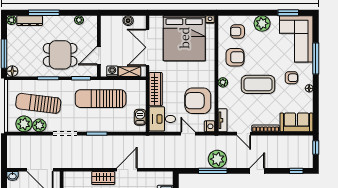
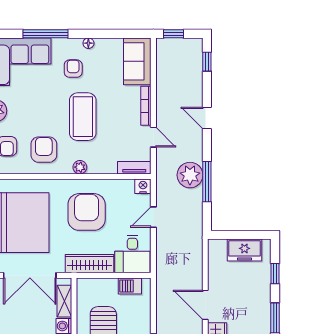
armchair: (198, 101) -> (87, 212), moved, turned 180
door: (244, 134) -> (153, 137), hinge flipped

